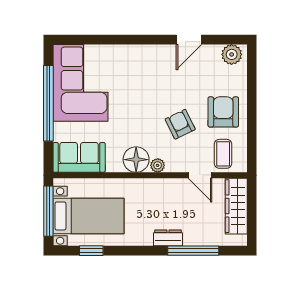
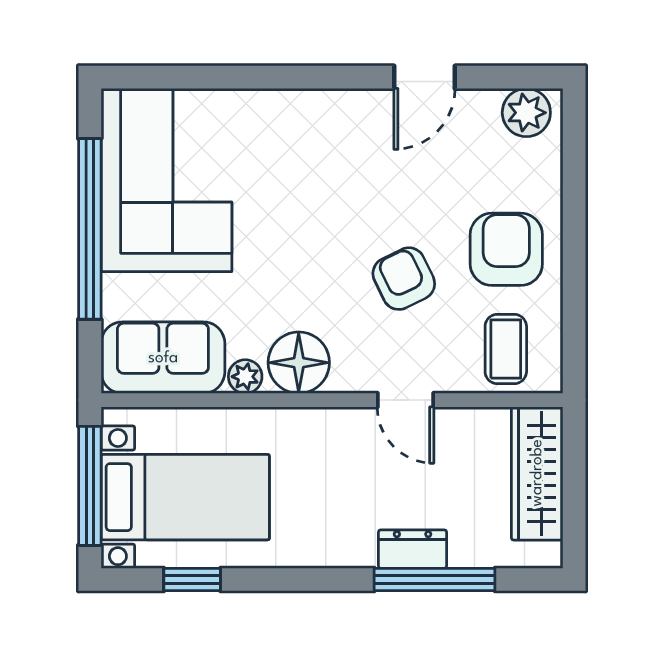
plant: (158, 165) -> (245, 377), moved
door: (200, 175) -> (406, 400), moved
dresser: (168, 238) -> (413, 549), moved

